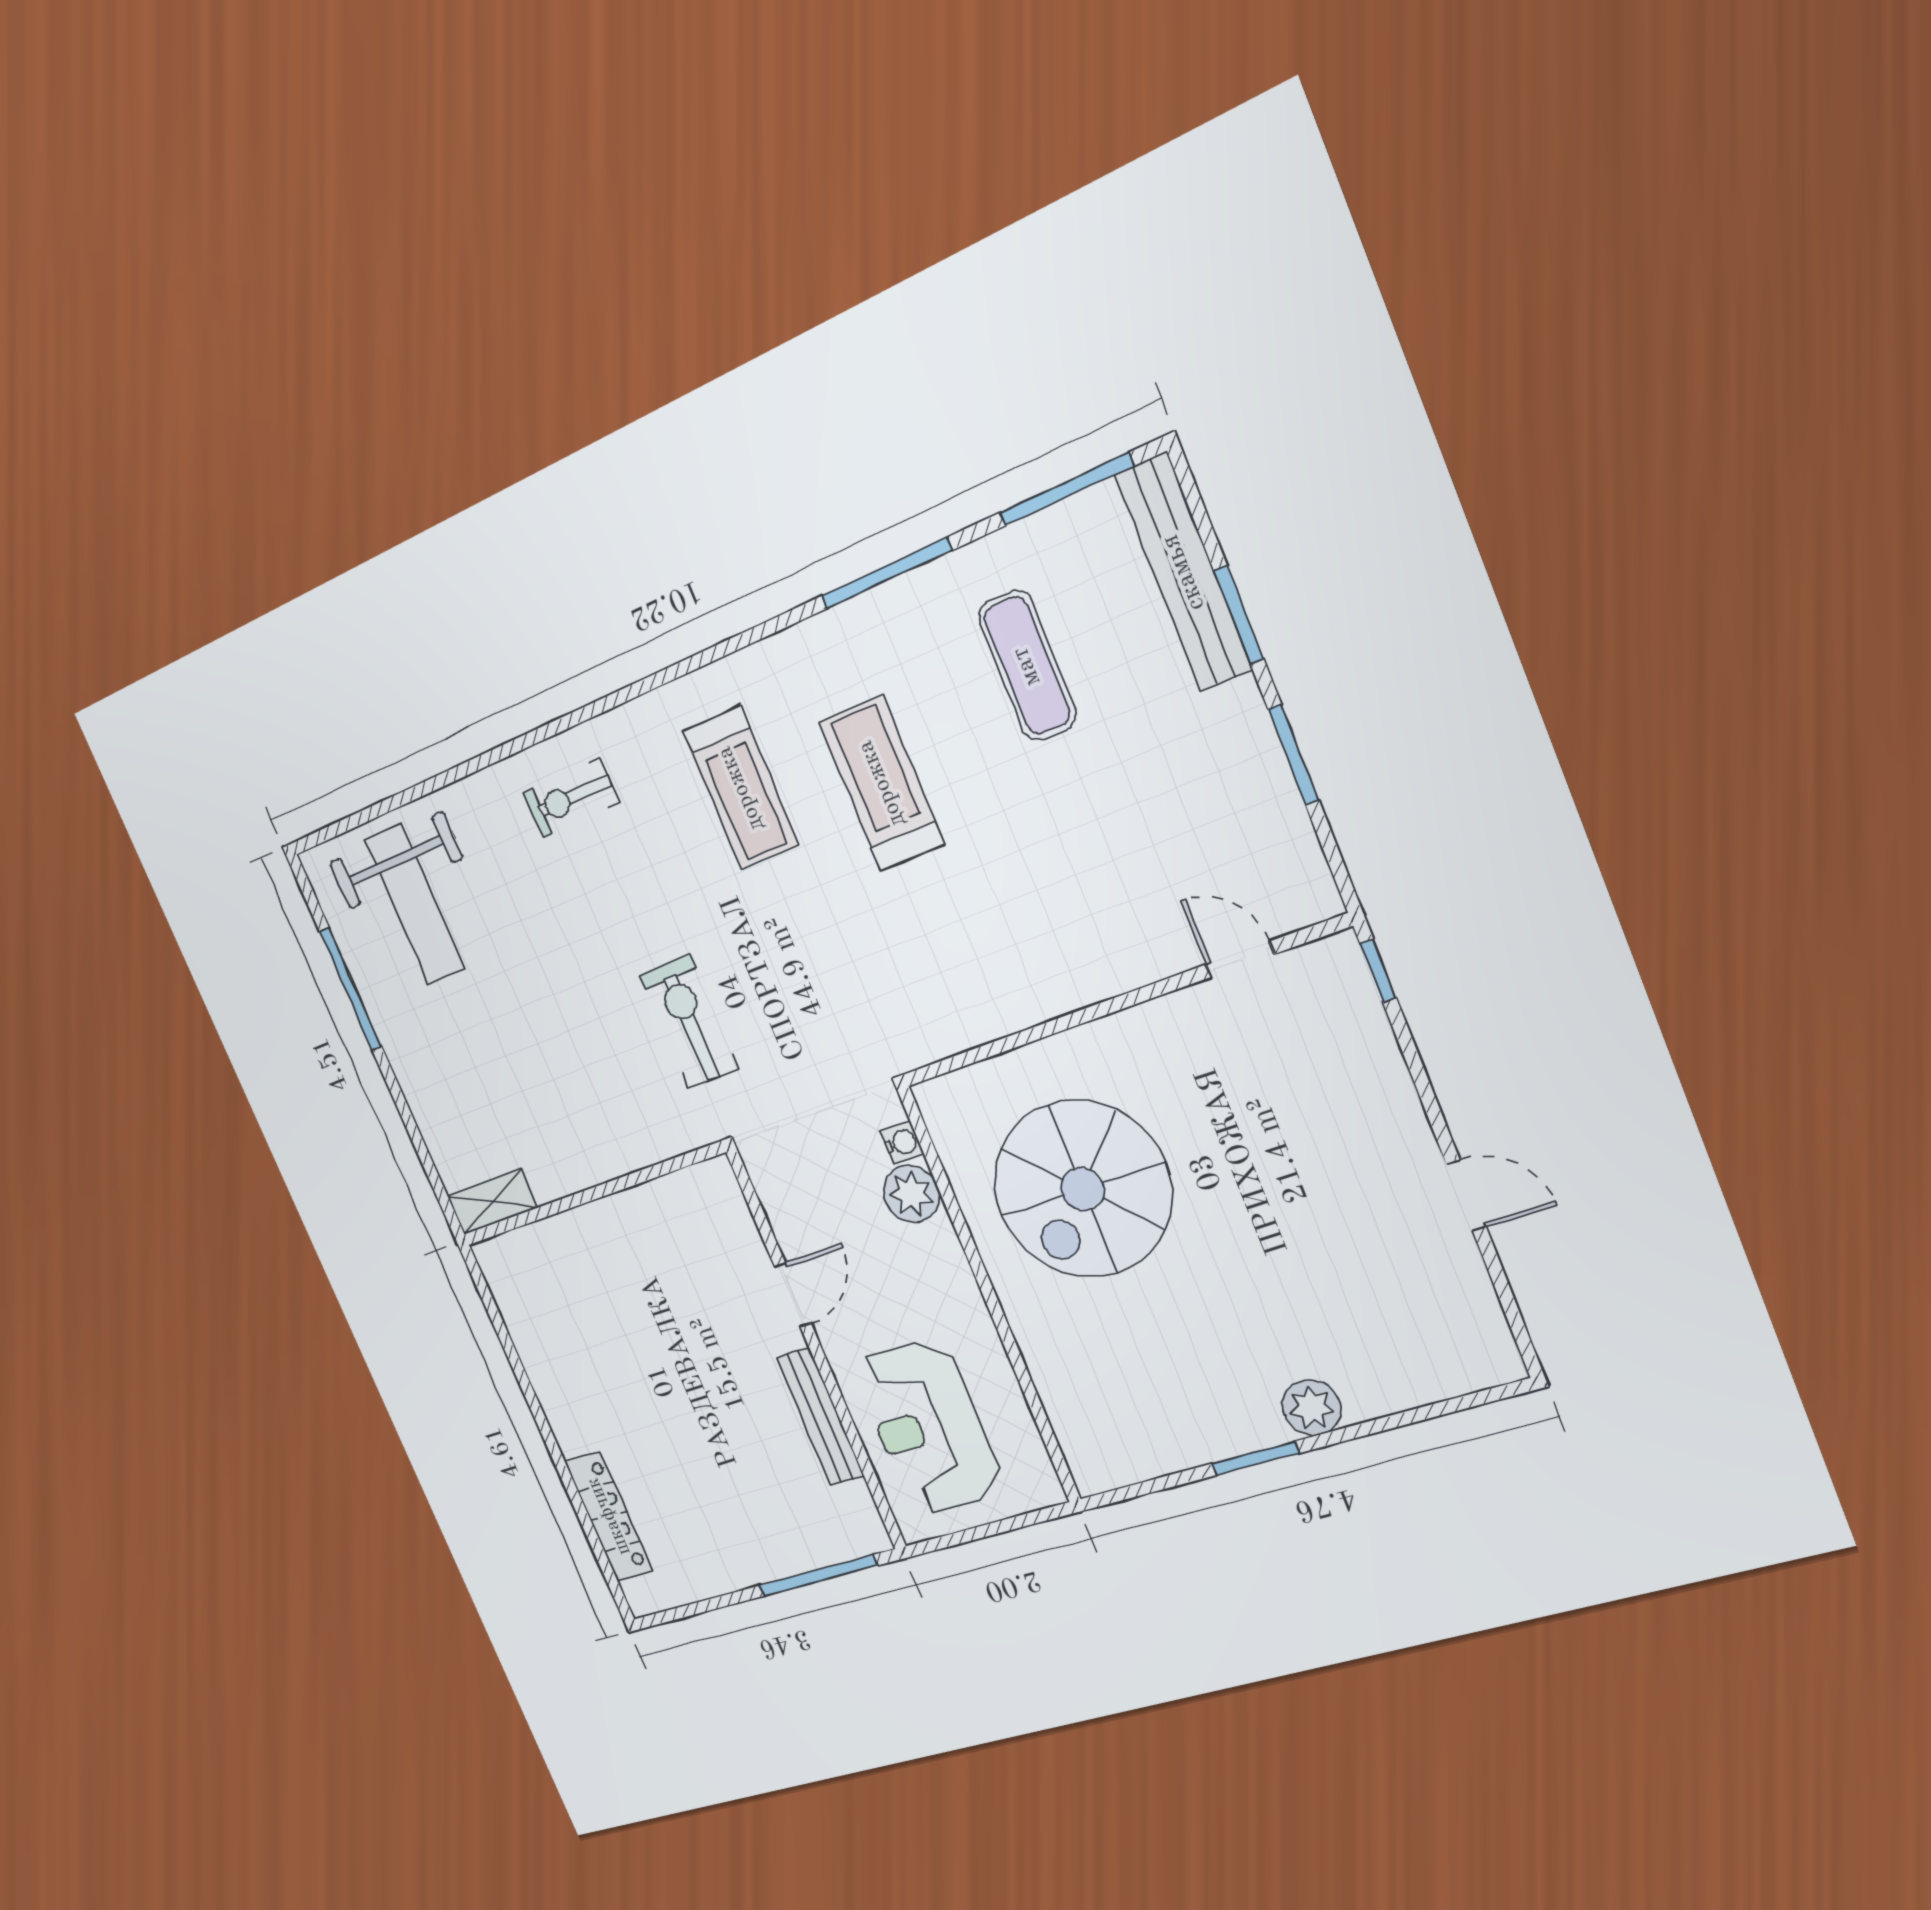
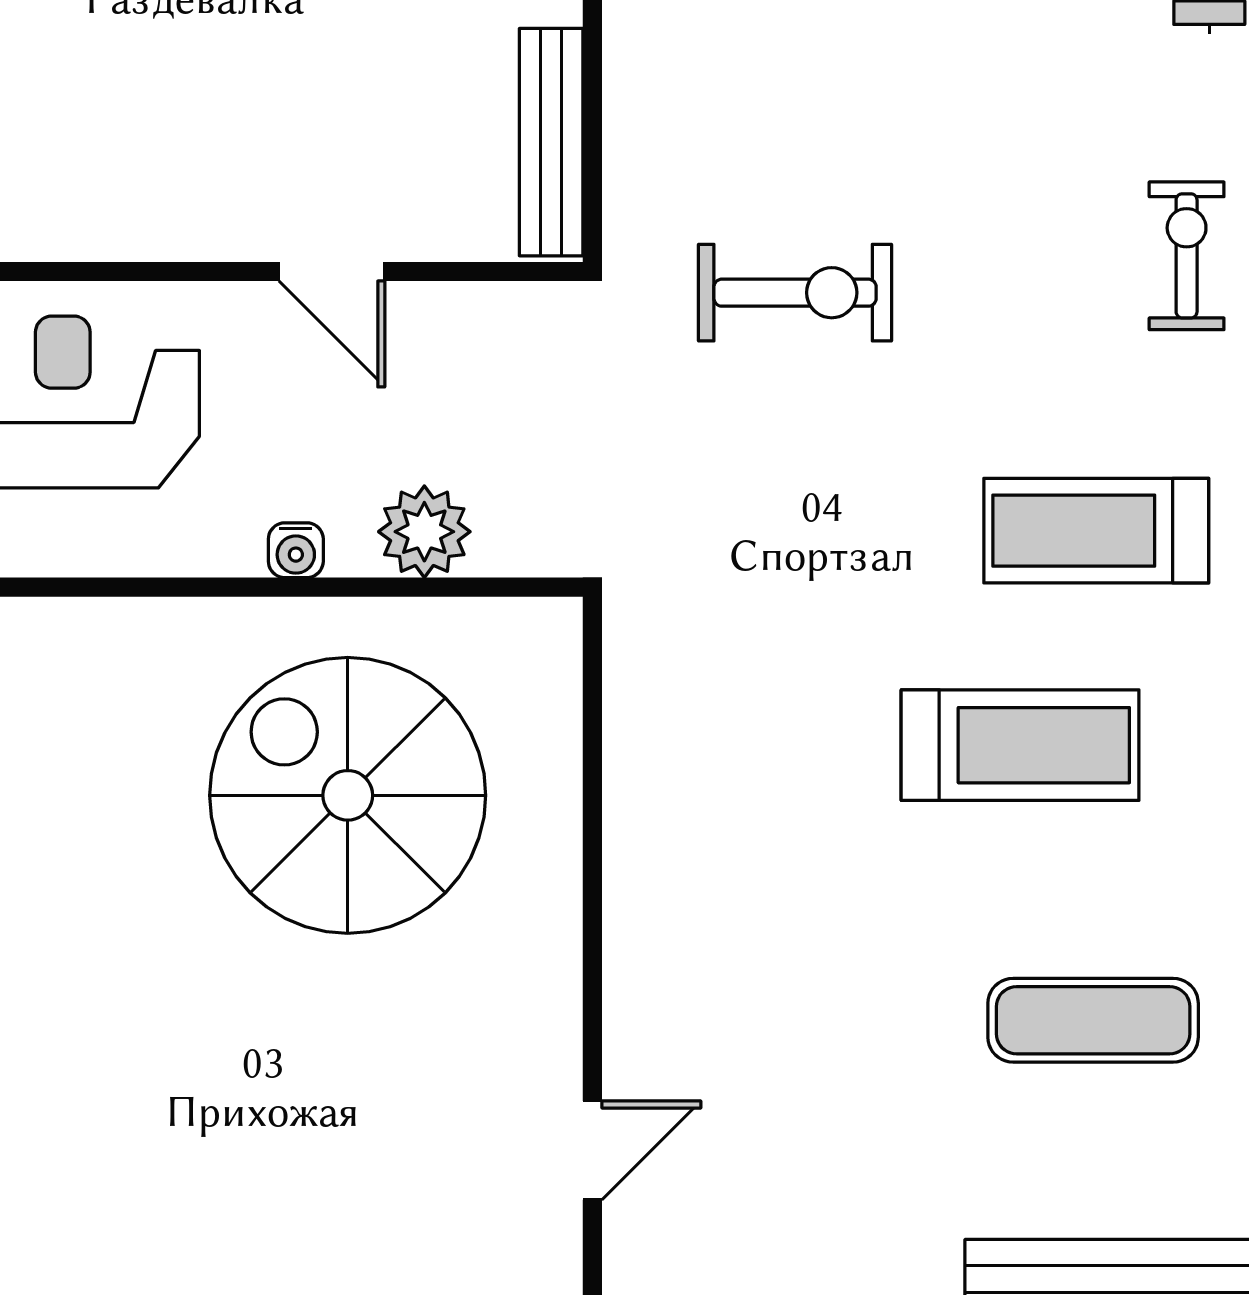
water cooler: (902, 1143) -> (296, 550), moved
bench: (820, 1417) -> (551, 142), moved, turned 90

